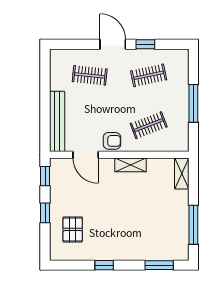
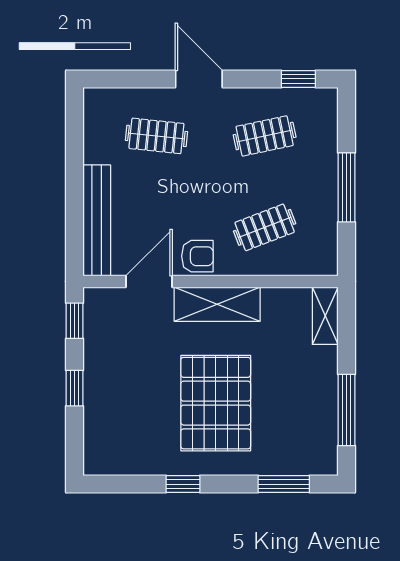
window: (145, 44) -> (298, 79), moved
door: (86, 155) -> (149, 282), swing flipped
shelving: (131, 165) -> (217, 304), width x1.50, depth x1.33
pallet: (73, 229) -> (216, 403), moved, width x2.05, depth x2.00

